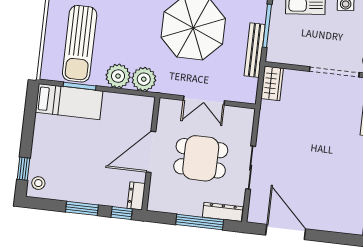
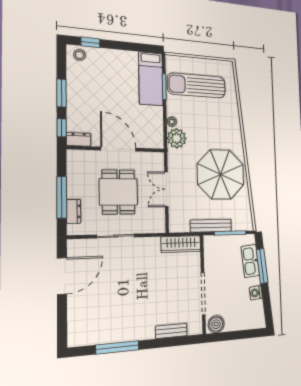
plant: (118, 76) -> (172, 122), width x0.53, depth x0.53
wardrobe: (272, 83) -> (181, 244), width x1.50
dresser: (223, 212) -> (74, 211), width x0.70

